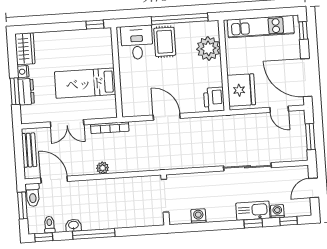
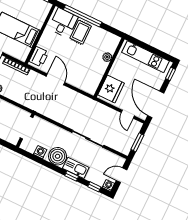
window: (180, 19) -> (83, 16), moved
plant: (208, 48) -> (107, 57), width x0.53, depth x0.53
printer: (214, 99) -> (39, 57), moved, turned 180
boiler: (223, 209) -> (58, 156), added
washing machine: (277, 211) -> (108, 185), moved

